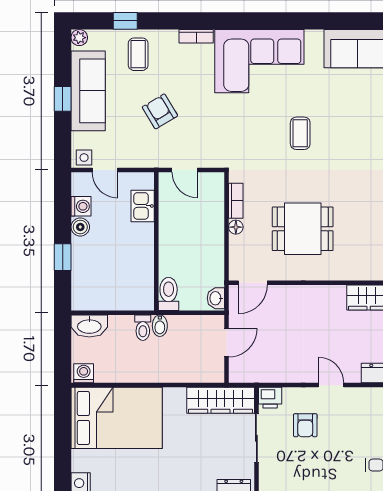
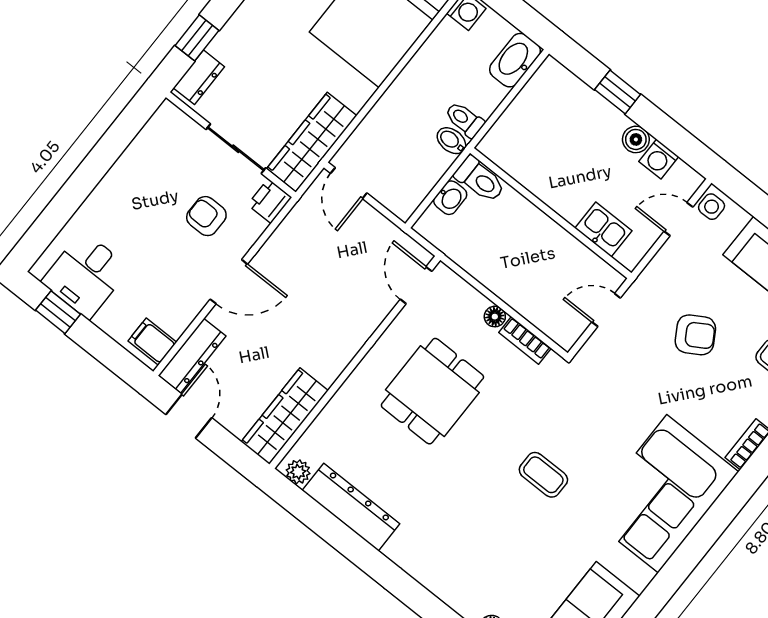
washbasin: (216, 298) -> (450, 198), moved, turned 90
door: (227, 343) -> (349, 183), moved
door: (331, 385) -> (229, 282), width x1.38

